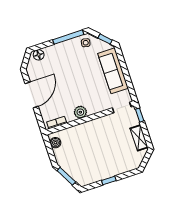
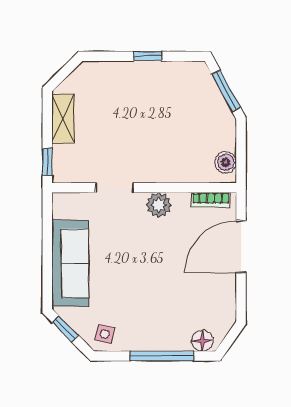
window: (68, 37) -> (162, 356), moved
door: (32, 95) -> (241, 247), moved
doorway: (122, 107) -> (115, 188), moved

